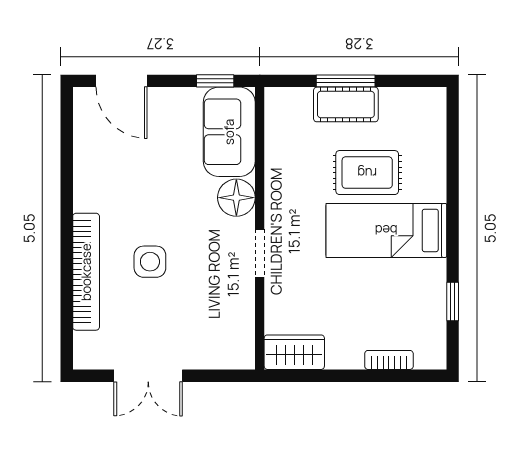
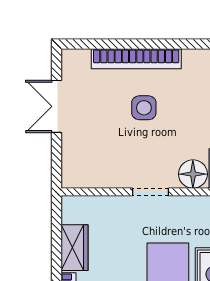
wardrobe: (294, 352) -> (74, 248), moved

